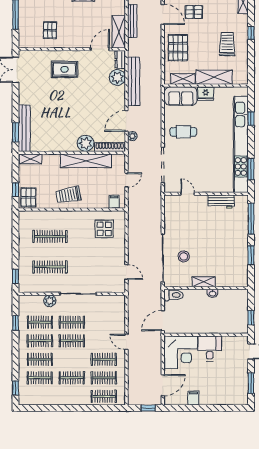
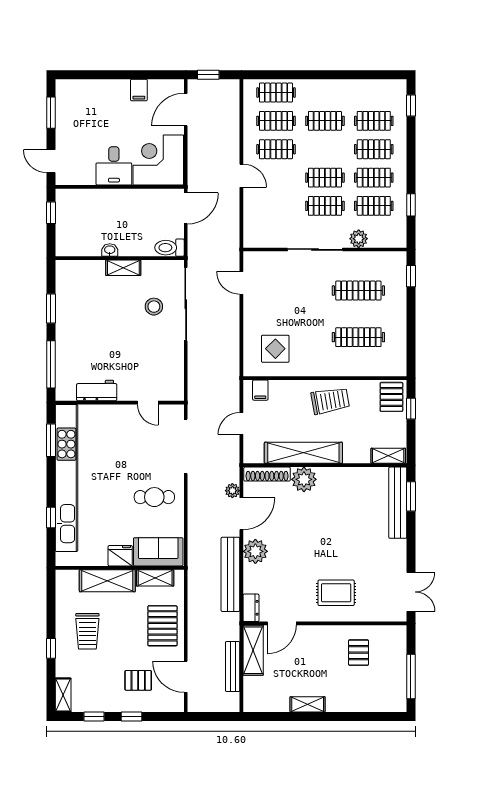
plant: (117, 77) -> (255, 551), moved

